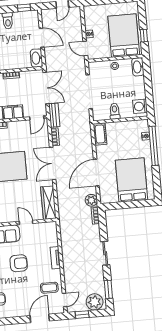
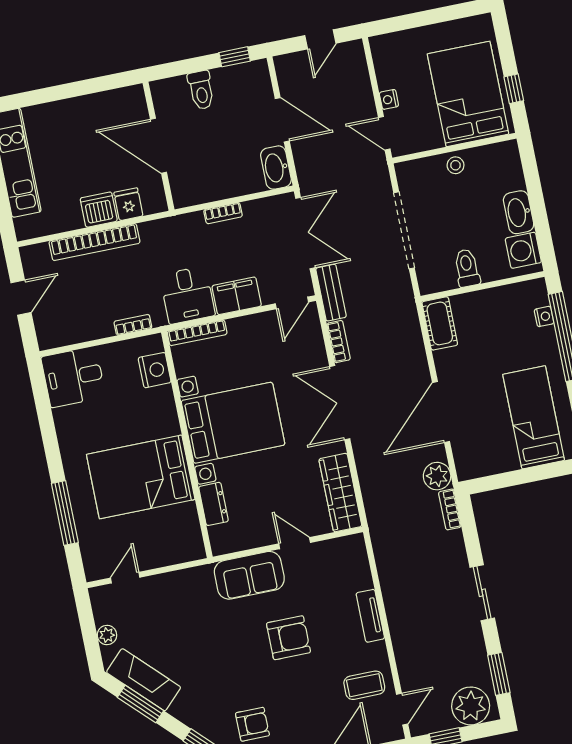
washbasin: (138, 67) -> (519, 212), moved
bed: (131, 180) -> (534, 417), width x0.67

